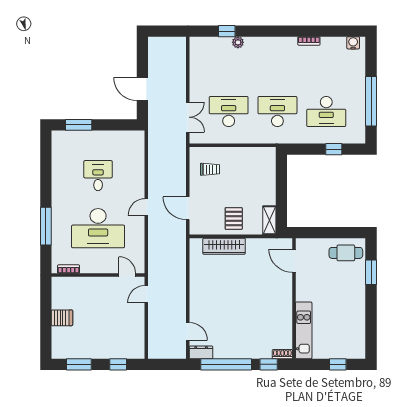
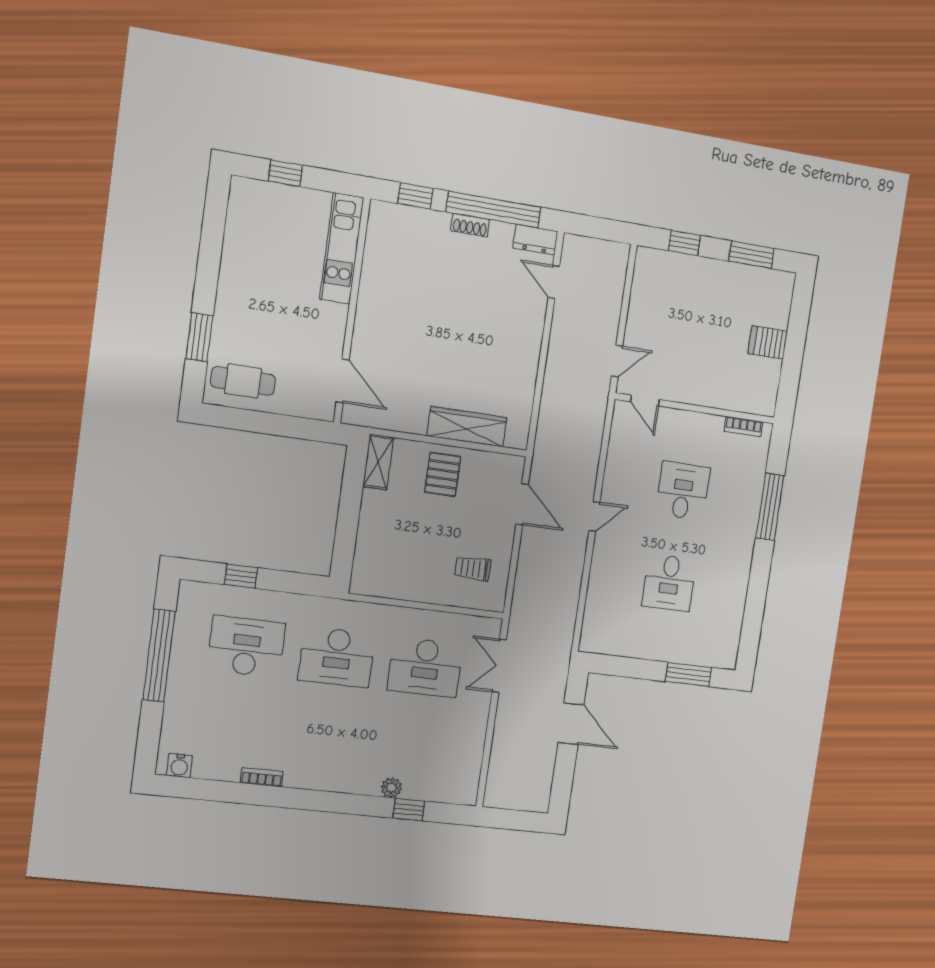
desk: (98, 228) -> (683, 491), width x0.53, depth x0.77
shoe rack: (282, 354) -> (470, 225), moved

